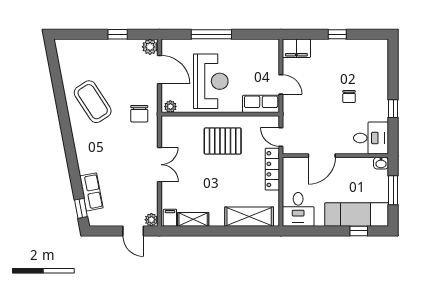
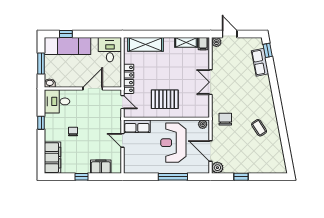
filing cabinet: (296, 48) -> (101, 167), moved
filing cabinet: (377, 61) -> (53, 158), added
coffee table: (93, 102) -> (259, 128), width x0.54, depth x0.58

